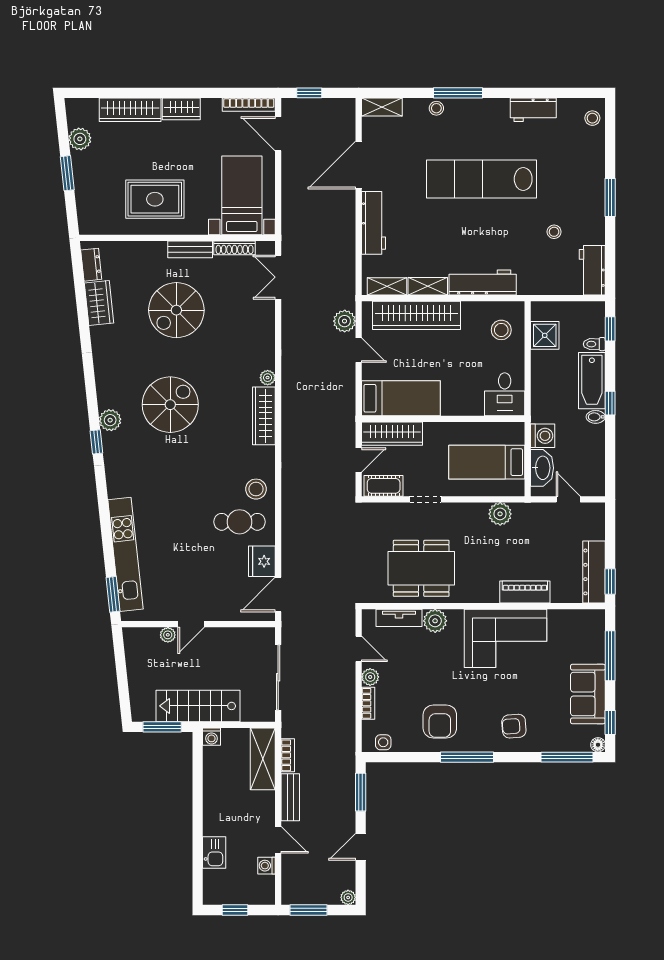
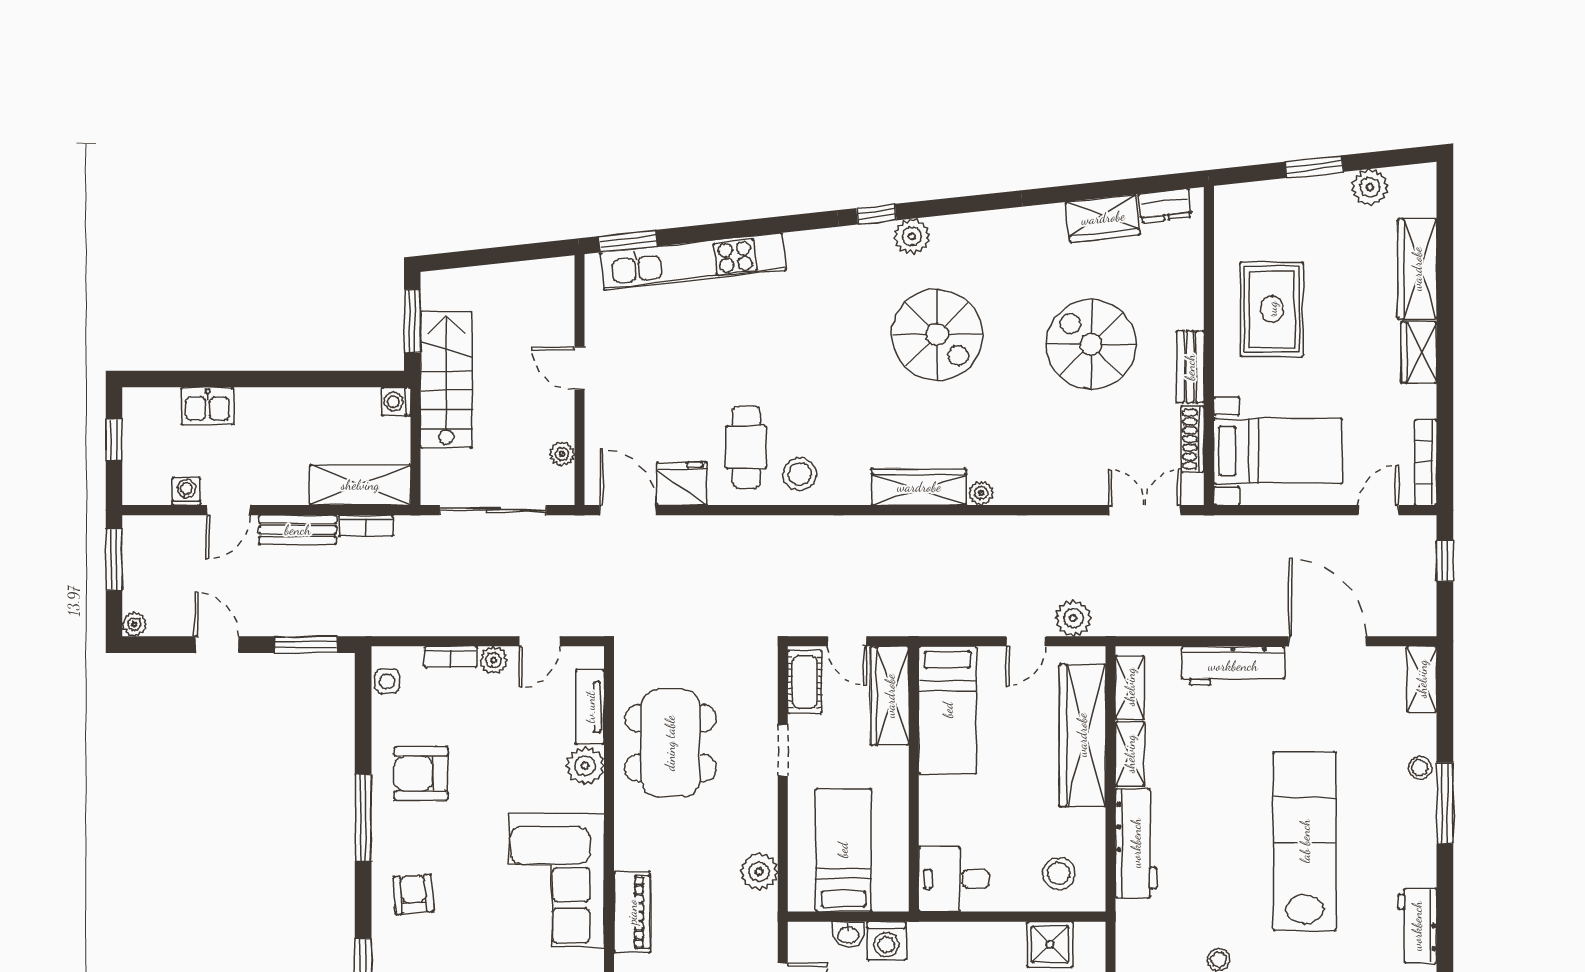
door: (278, 134) -> (1378, 510), width x0.73
washbasin: (542, 468) -> (849, 934), width x0.52, depth x0.69
plant: (168, 635) -> (562, 454), moved

